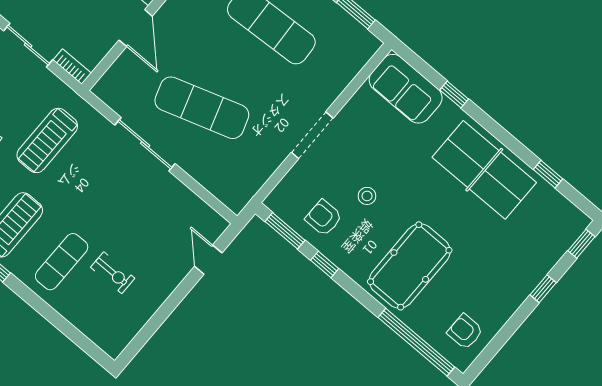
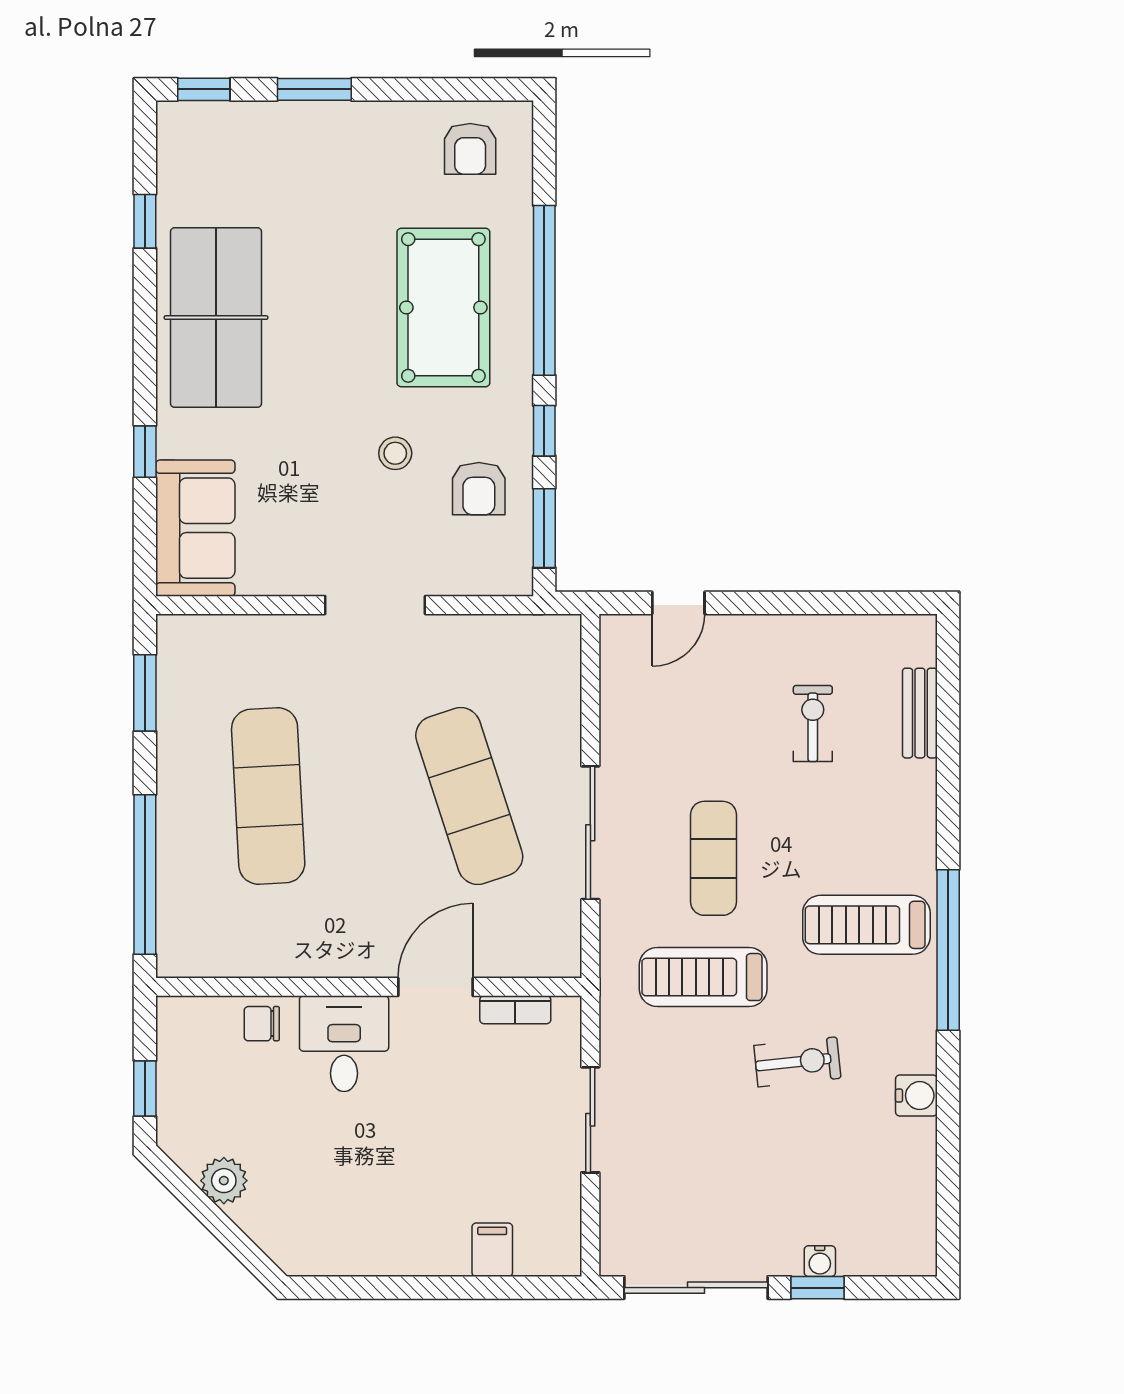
bookcase: (72, 67) -> (515, 1010), moved, turned -90
treadmill: (47, 140) -> (703, 977), turned 180
exercise mat: (62, 262) -> (713, 858), moved, turned 90
pool table: (410, 266) -> (443, 307), turned 90
window: (543, 289) -> (314, 89), width x1.50
bench: (80, 320) -> (920, 713), added
window: (416, 342) -> (544, 290), moved

